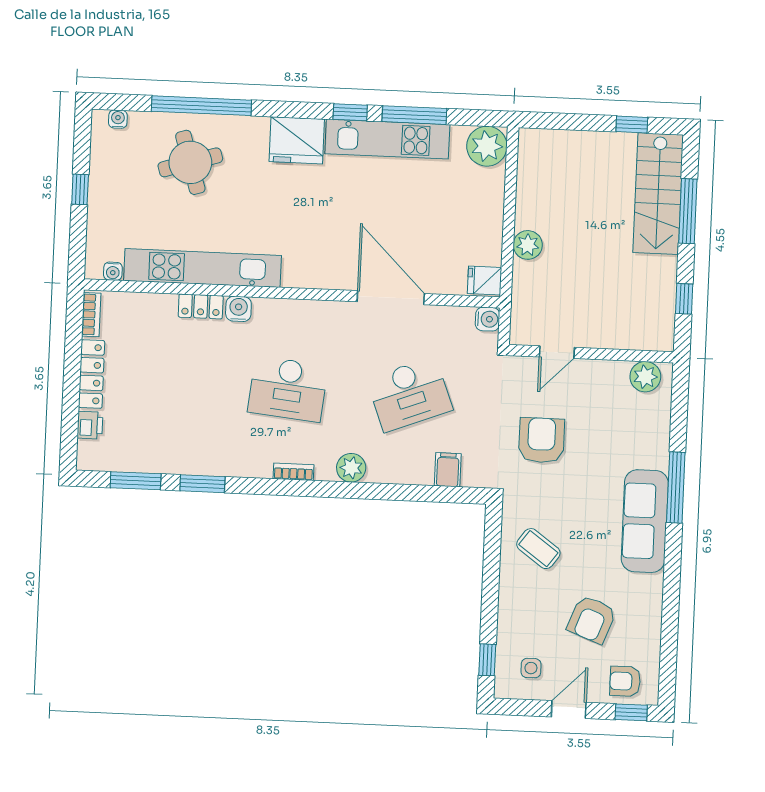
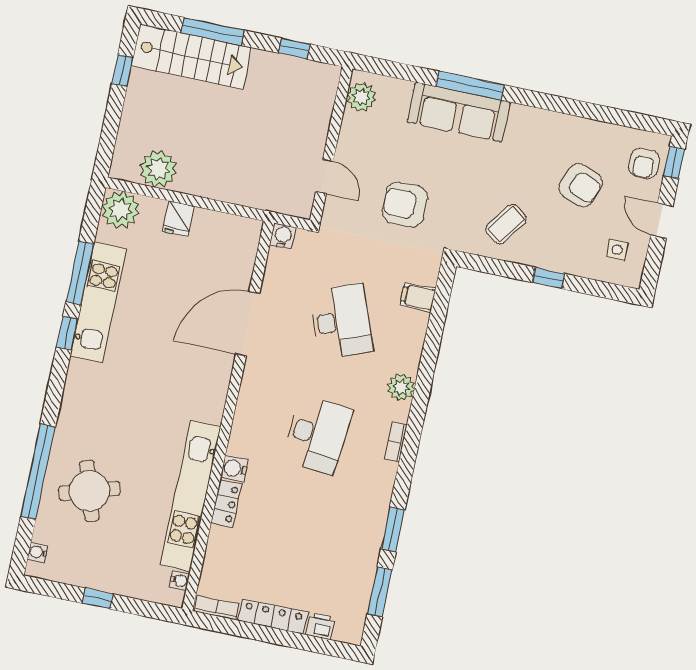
fridge: (297, 140) -> (85, 388), removed
plant: (528, 245) -> (158, 169), moved, width x1.36, depth x1.36
fridge: (485, 280) -> (179, 219), moved
sofa: (645, 521) -> (459, 112), moved
window: (487, 660) -> (549, 278), moved

